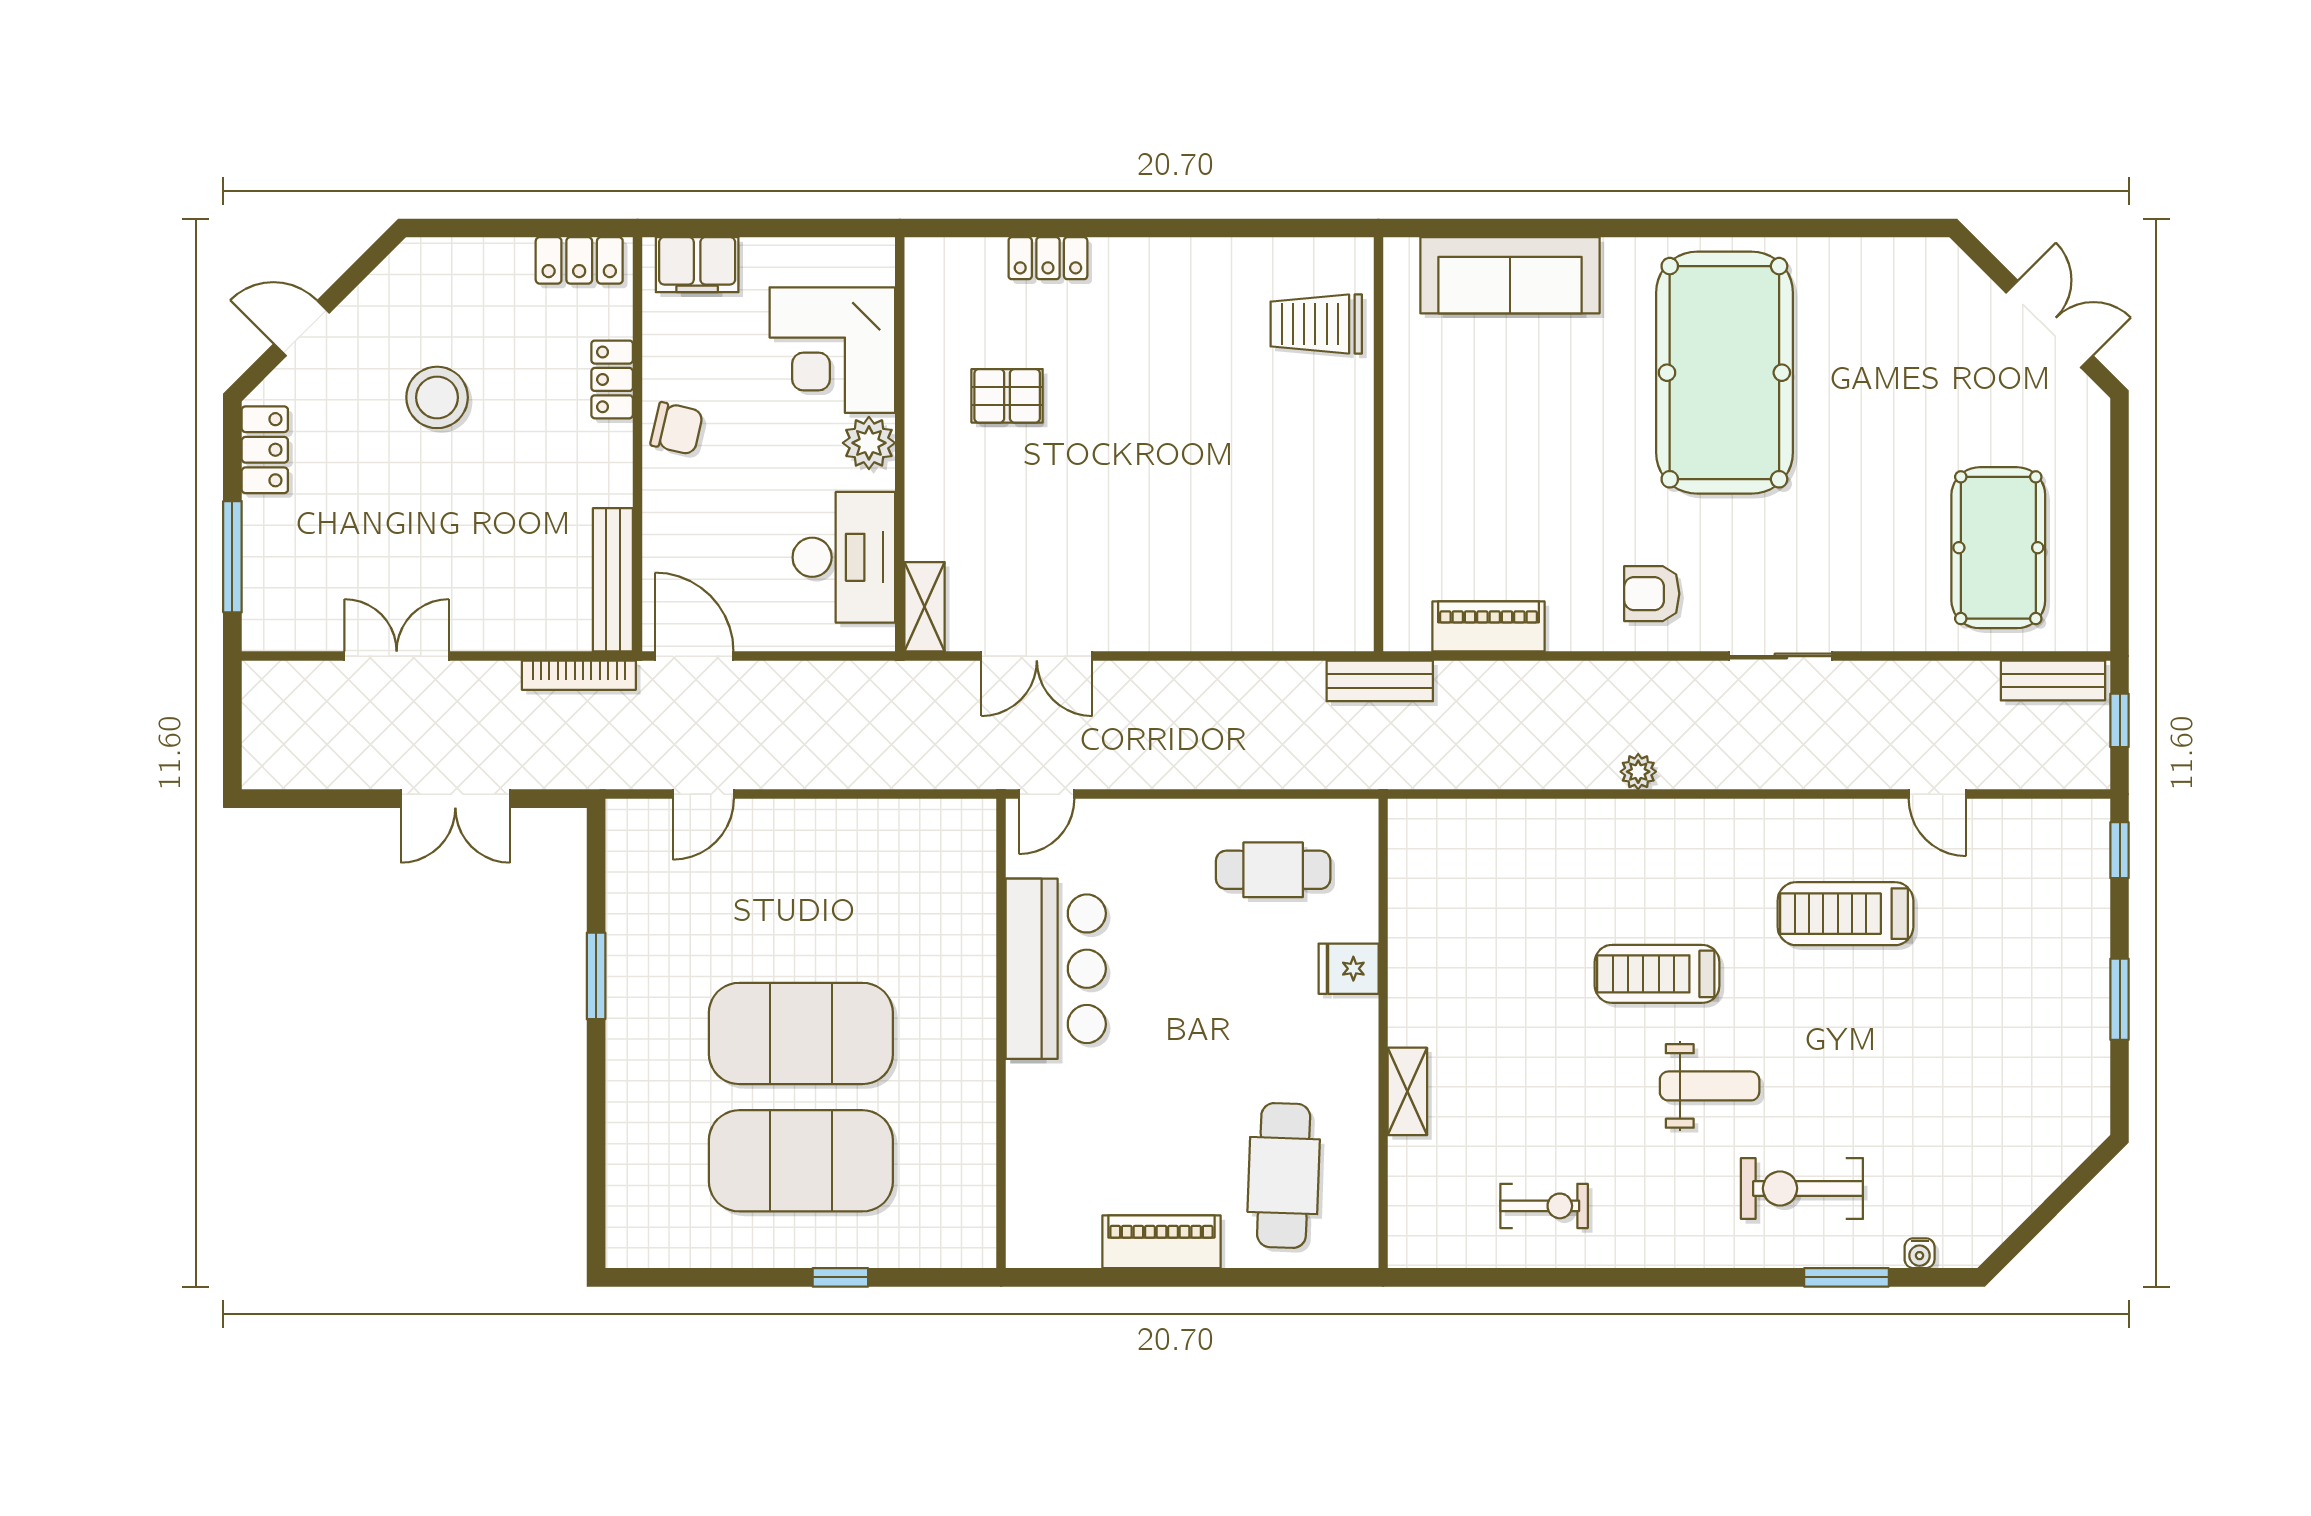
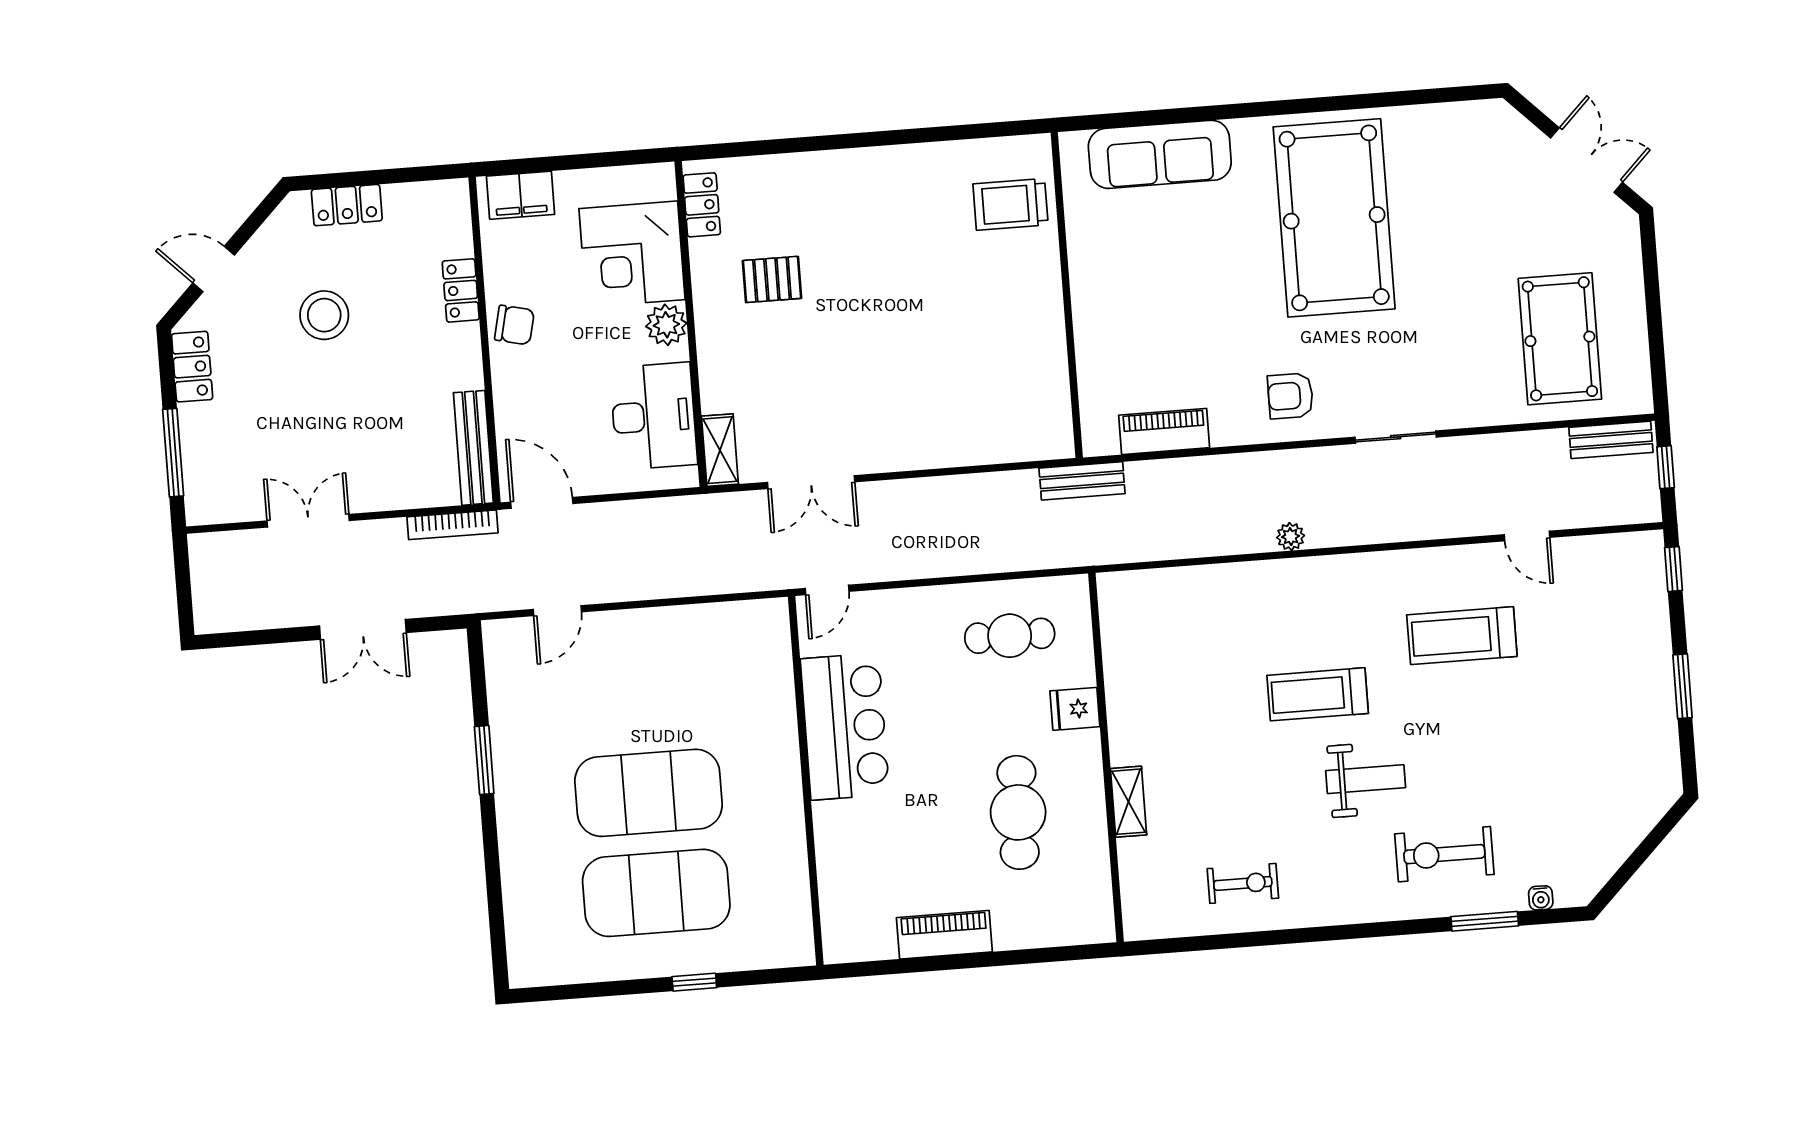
locker: (1048, 258) -> (702, 205), moved, turned -90
locker: (579, 260) -> (347, 205), moved
cafe table: (1284, 1176) -> (1018, 812), moved

